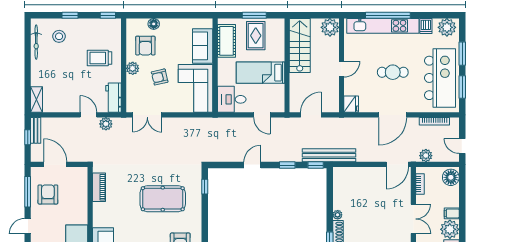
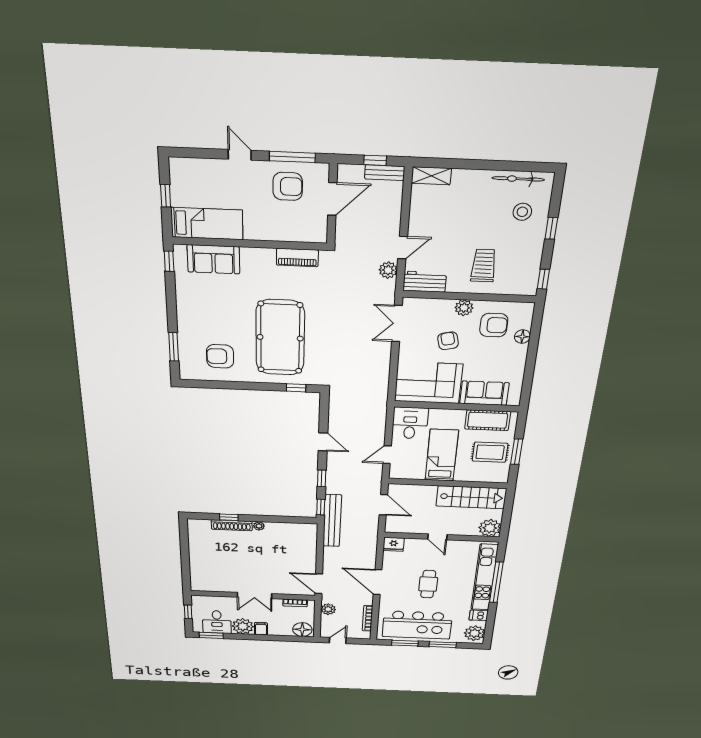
armchair: (145, 46) -> (494, 325), turned 180
pool table: (163, 199) -> (280, 338), width x1.36, depth x1.32

